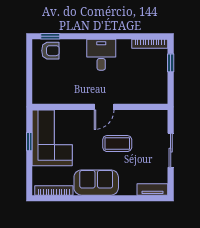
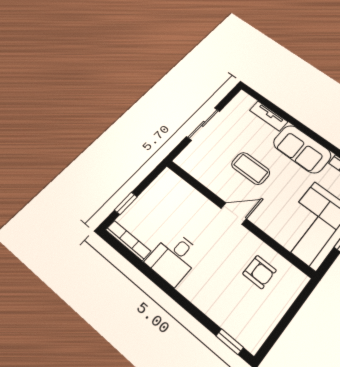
armchair: (50, 51) -> (260, 272), moved, turned 180
desk: (101, 55) -> (174, 258), moved
tv unit: (152, 189) -> (269, 116), moved

